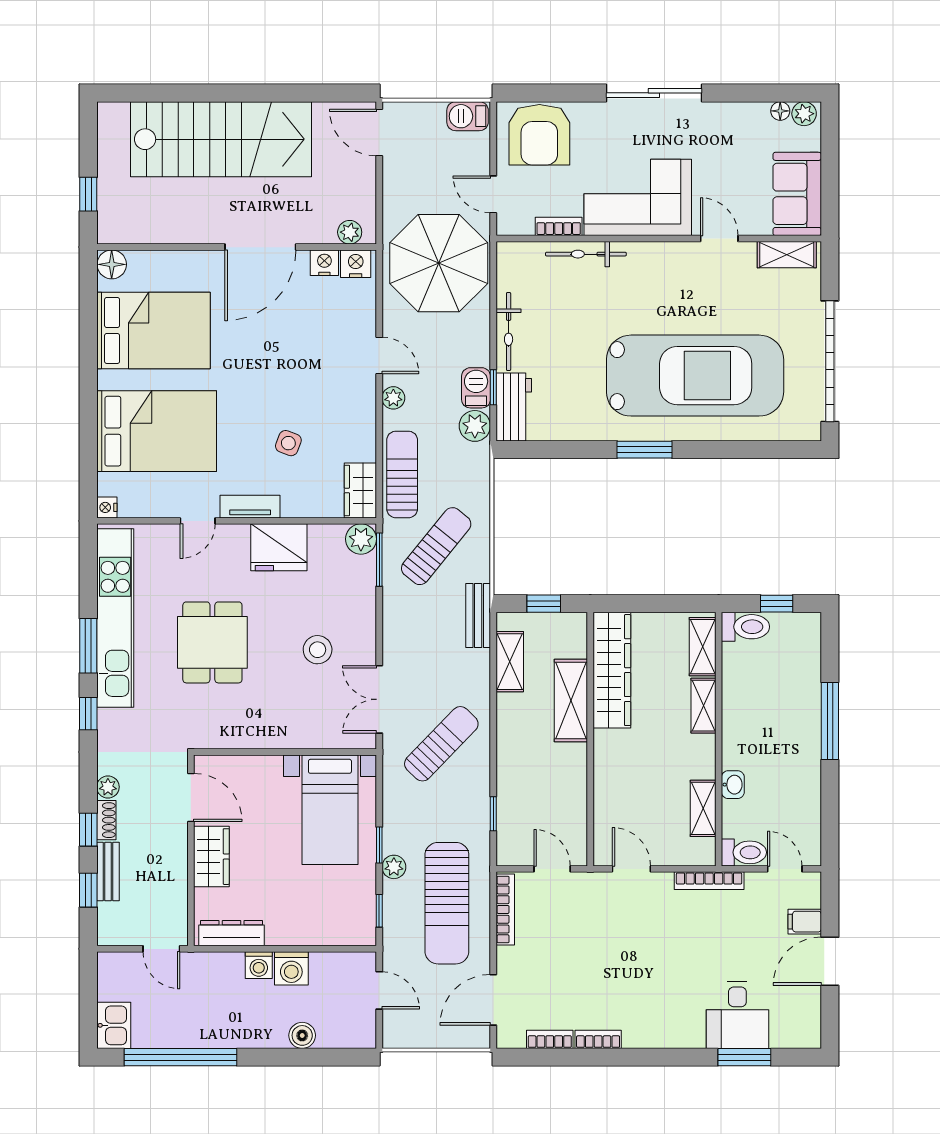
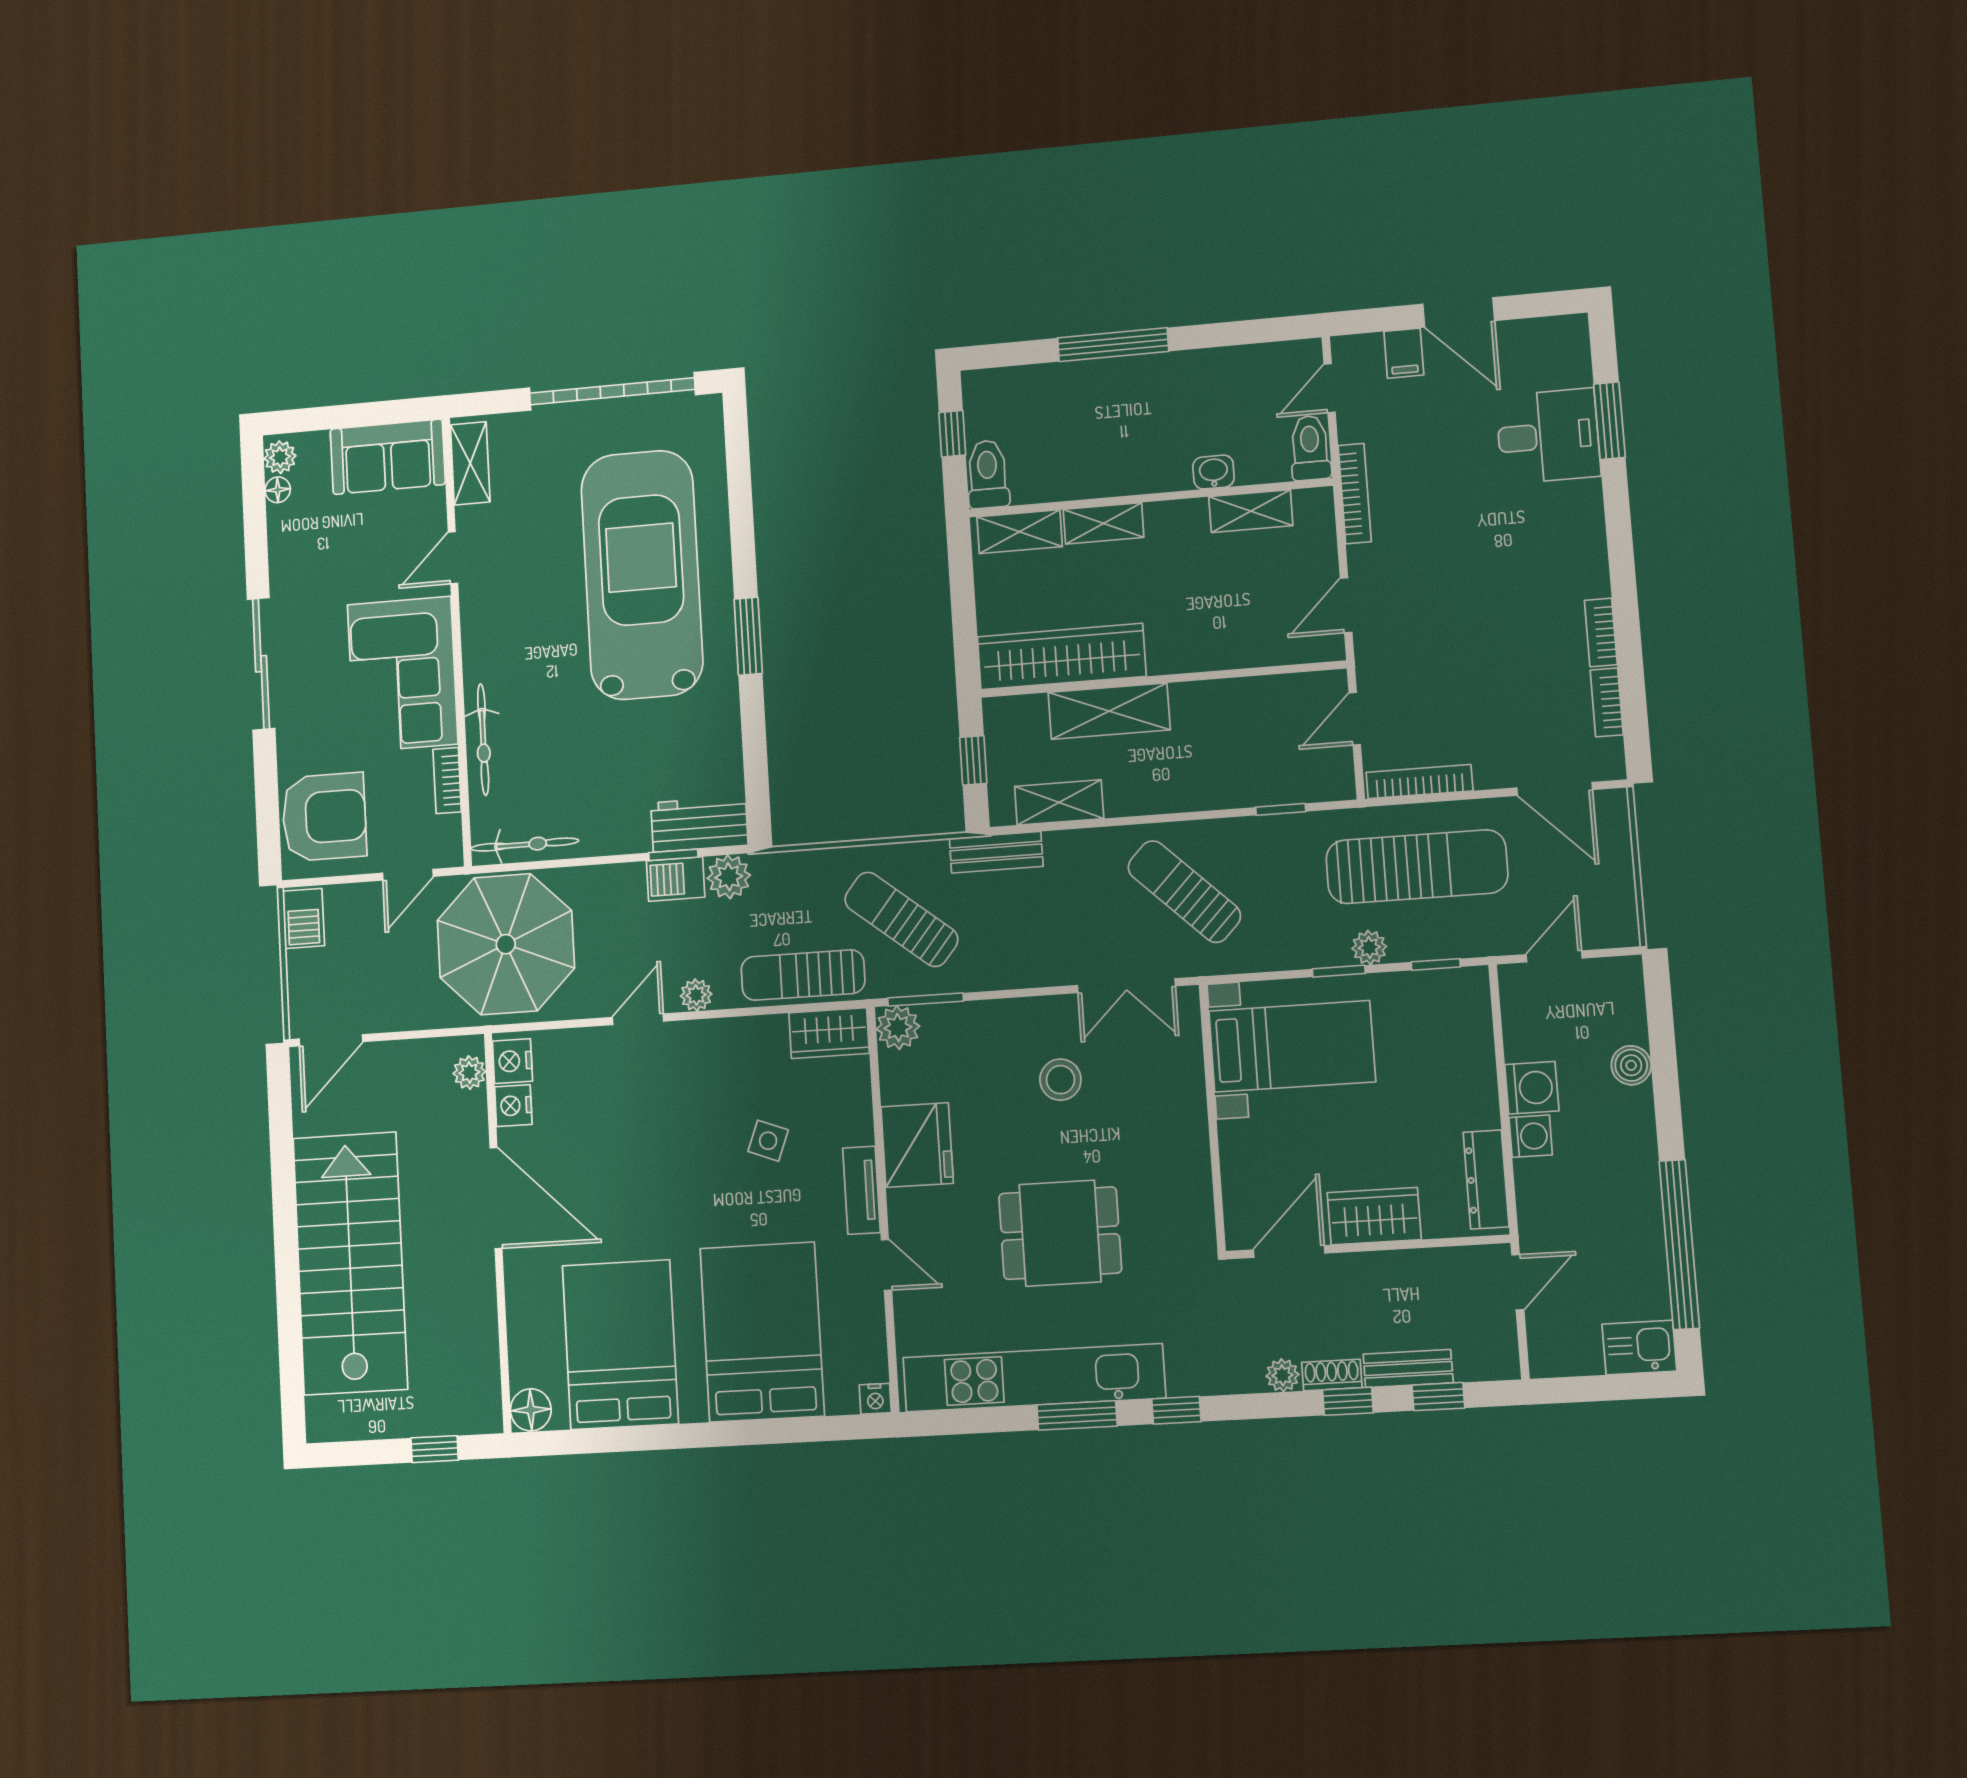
bicycle: (509, 331) -> (525, 845), moved

